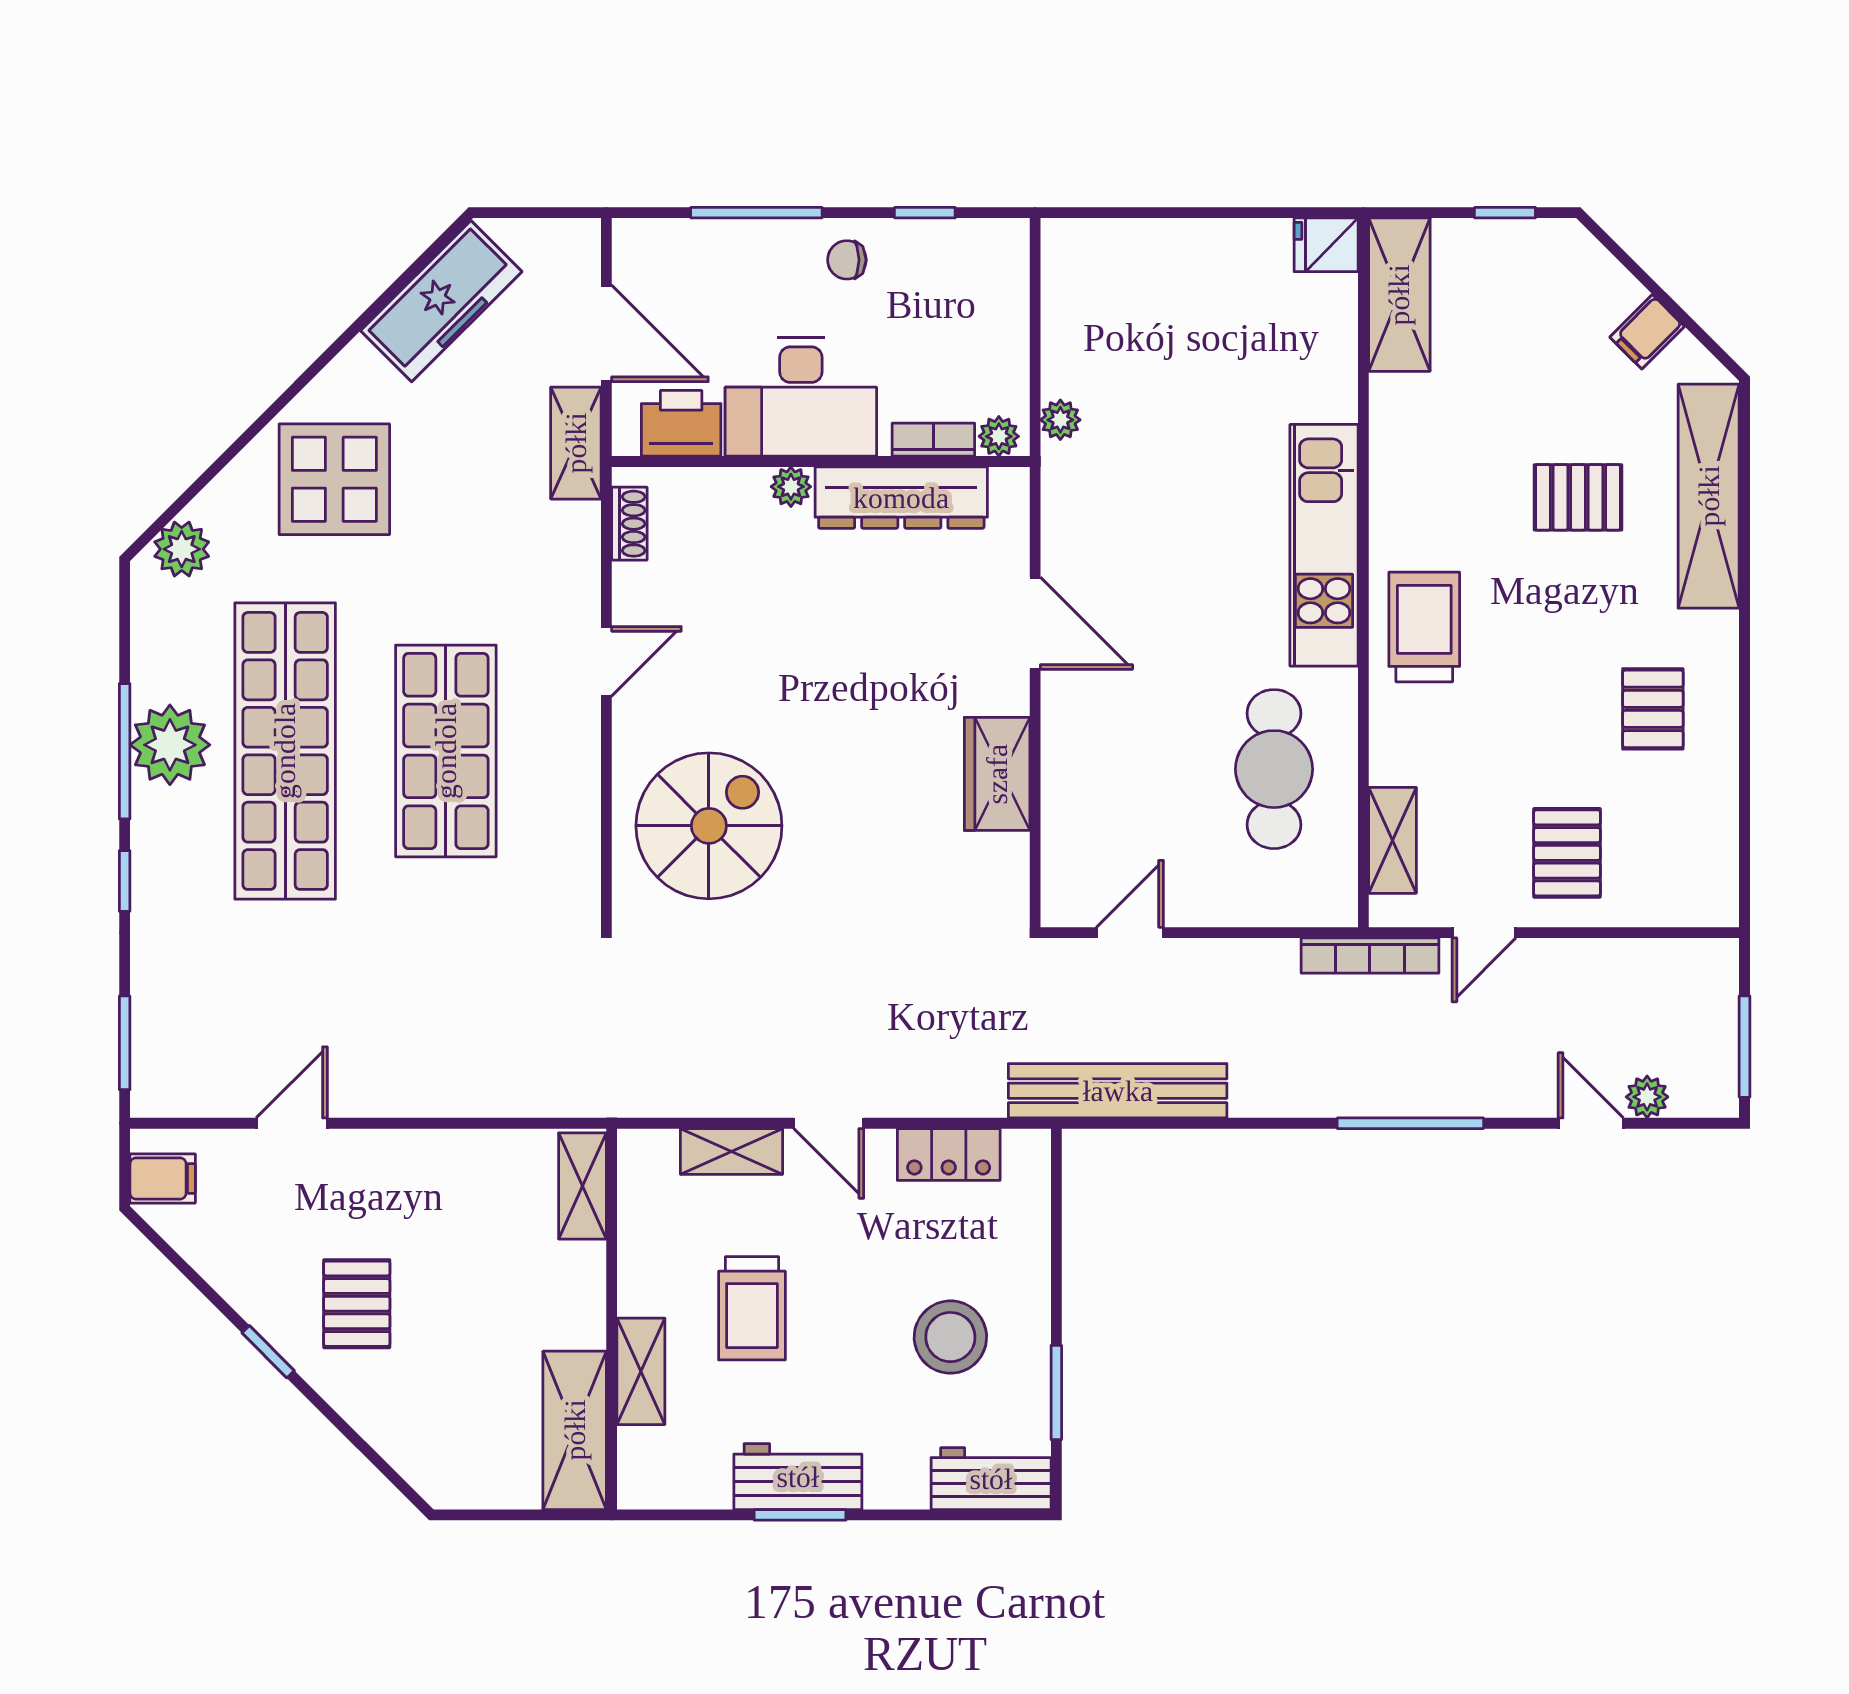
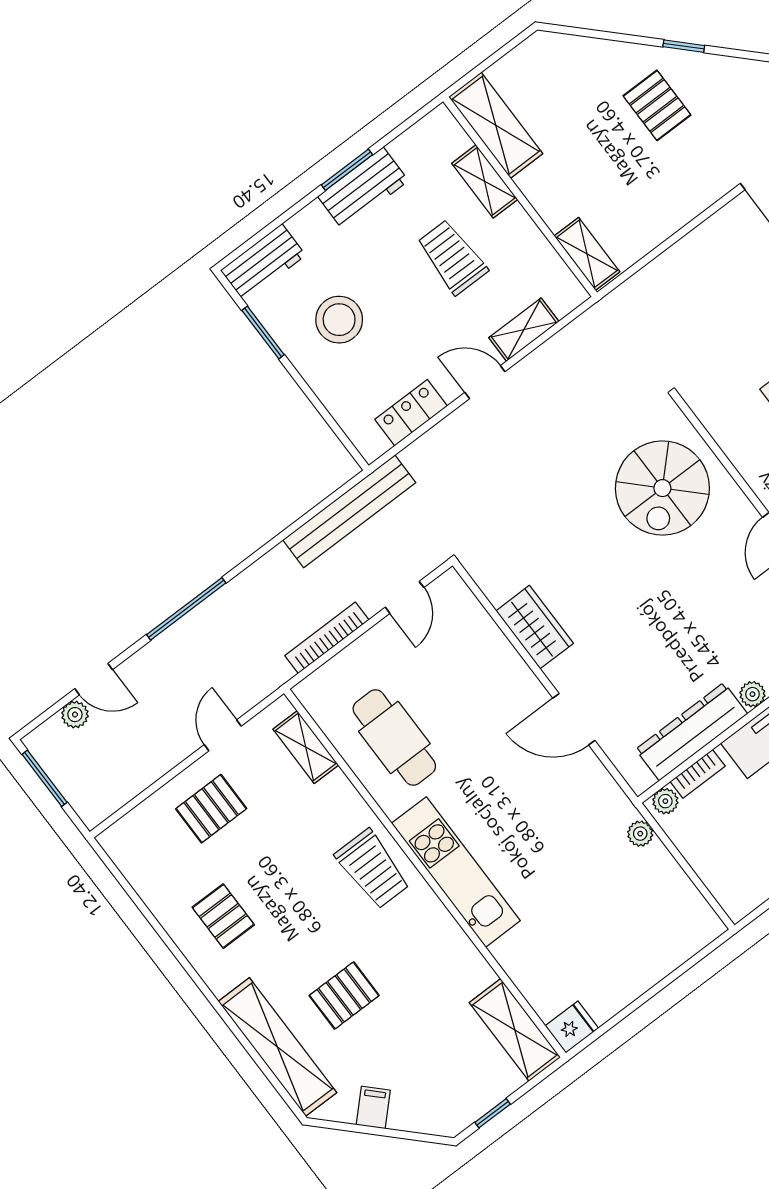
pallet: (1567, 853) -> (211, 809), turned 90
bookcase: (1370, 956) -> (327, 638), moved

